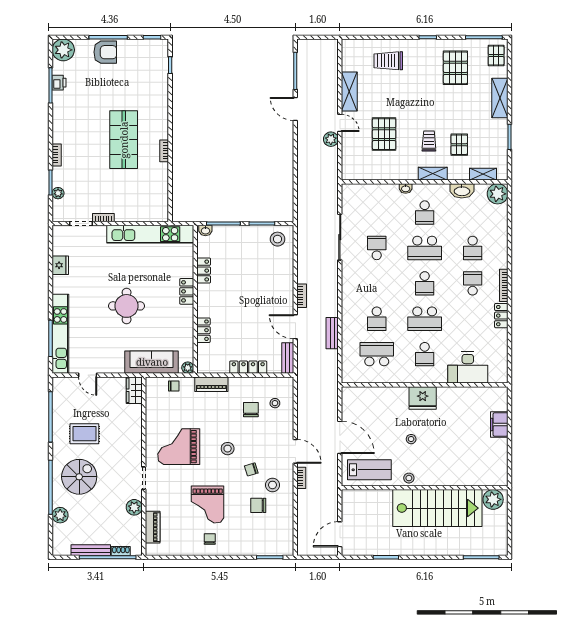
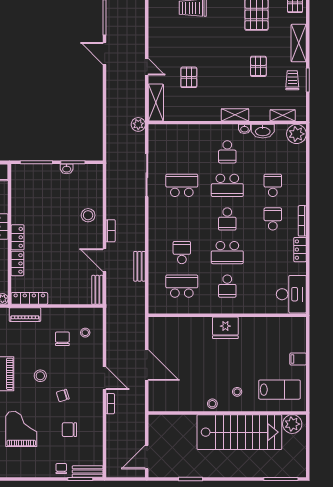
shelving: (349, 92) -> (156, 102), moved
pallet: (384, 134) -> (189, 77), width x0.67, depth x0.71
plant: (331, 139) -> (138, 124), moved
trolley: (429, 141) -> (292, 80), moved
pallet: (459, 145) -> (258, 66), moved
washbasin: (406, 188) -> (244, 129), moved
washbasin: (205, 230) -> (67, 169), moved
stool: (278, 239) -> (88, 215), moved
school desk: (377, 248) -> (182, 185), width x1.85
school desk: (473, 248) -> (273, 185), turned 180
locker: (204, 271) -> (18, 237), moved
school desk: (377, 319) -> (182, 253), turned 180
locker: (248, 367) -> (29, 298), moved
desk: (468, 368) -> (291, 294), moved, turned -90
filing cabinet: (499, 424) -> (298, 359), width x0.50
stool: (411, 439) -> (237, 392), moved
lab bench: (369, 470) -> (279, 390), moved
stool: (272, 485) -> (83, 410), removed
grand piano: (208, 505) -> (21, 429), turned 180
chair: (210, 539) -> (61, 469), moved
bench: (278, 549) -> (88, 471), added

